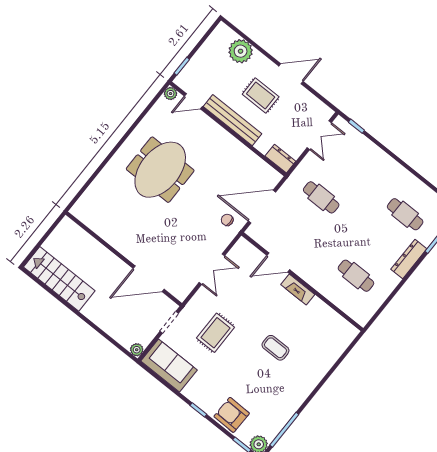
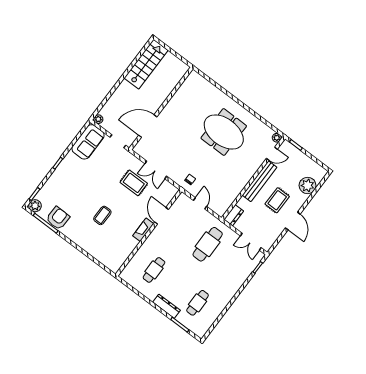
door: (193, 101) -> (272, 154), swing flipped
cafe table: (321, 197) -> (208, 244), width x1.37, depth x1.35
door: (262, 207) -> (200, 203), width x0.53
door: (149, 279) -> (148, 126), hinge flipped
rug: (216, 333) -> (134, 183), moved
armchair: (232, 415) -> (58, 218), moved

